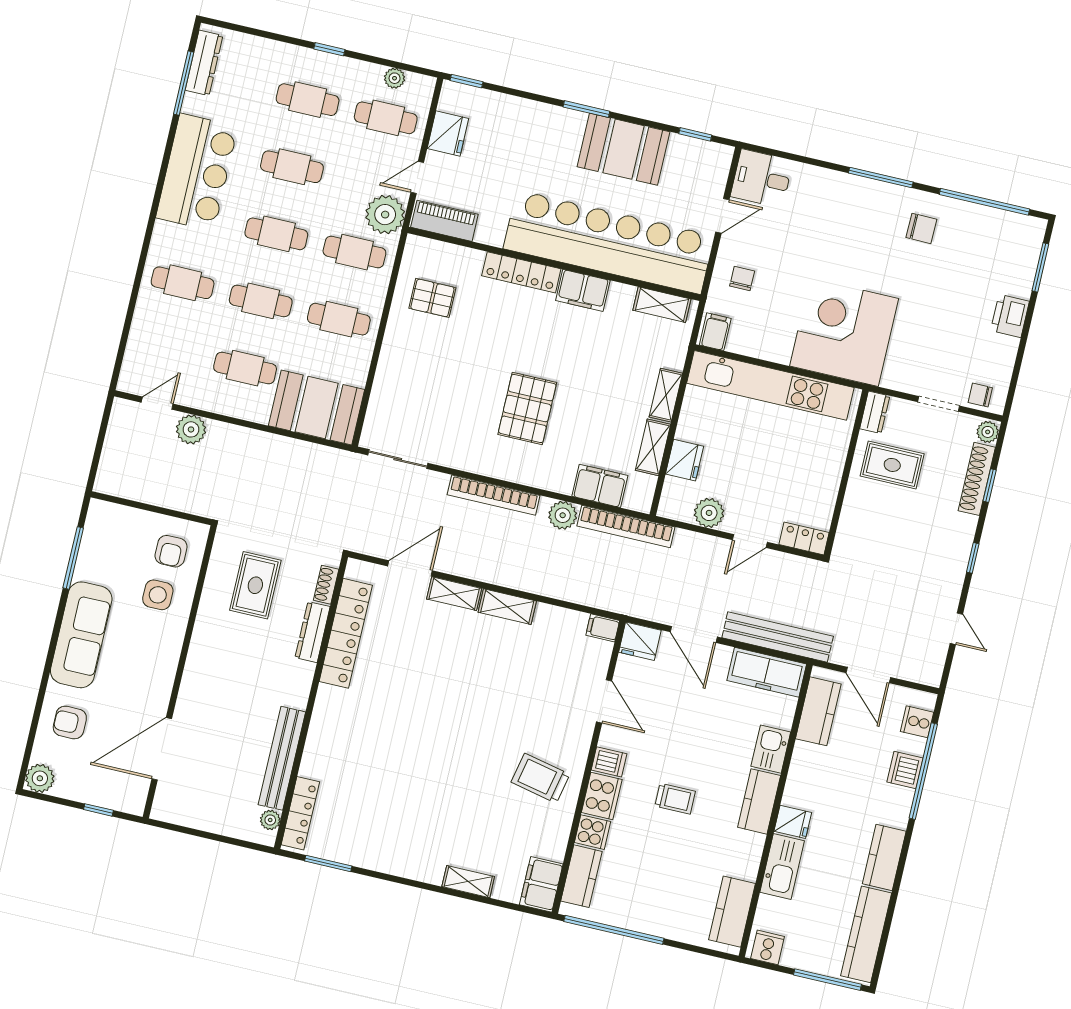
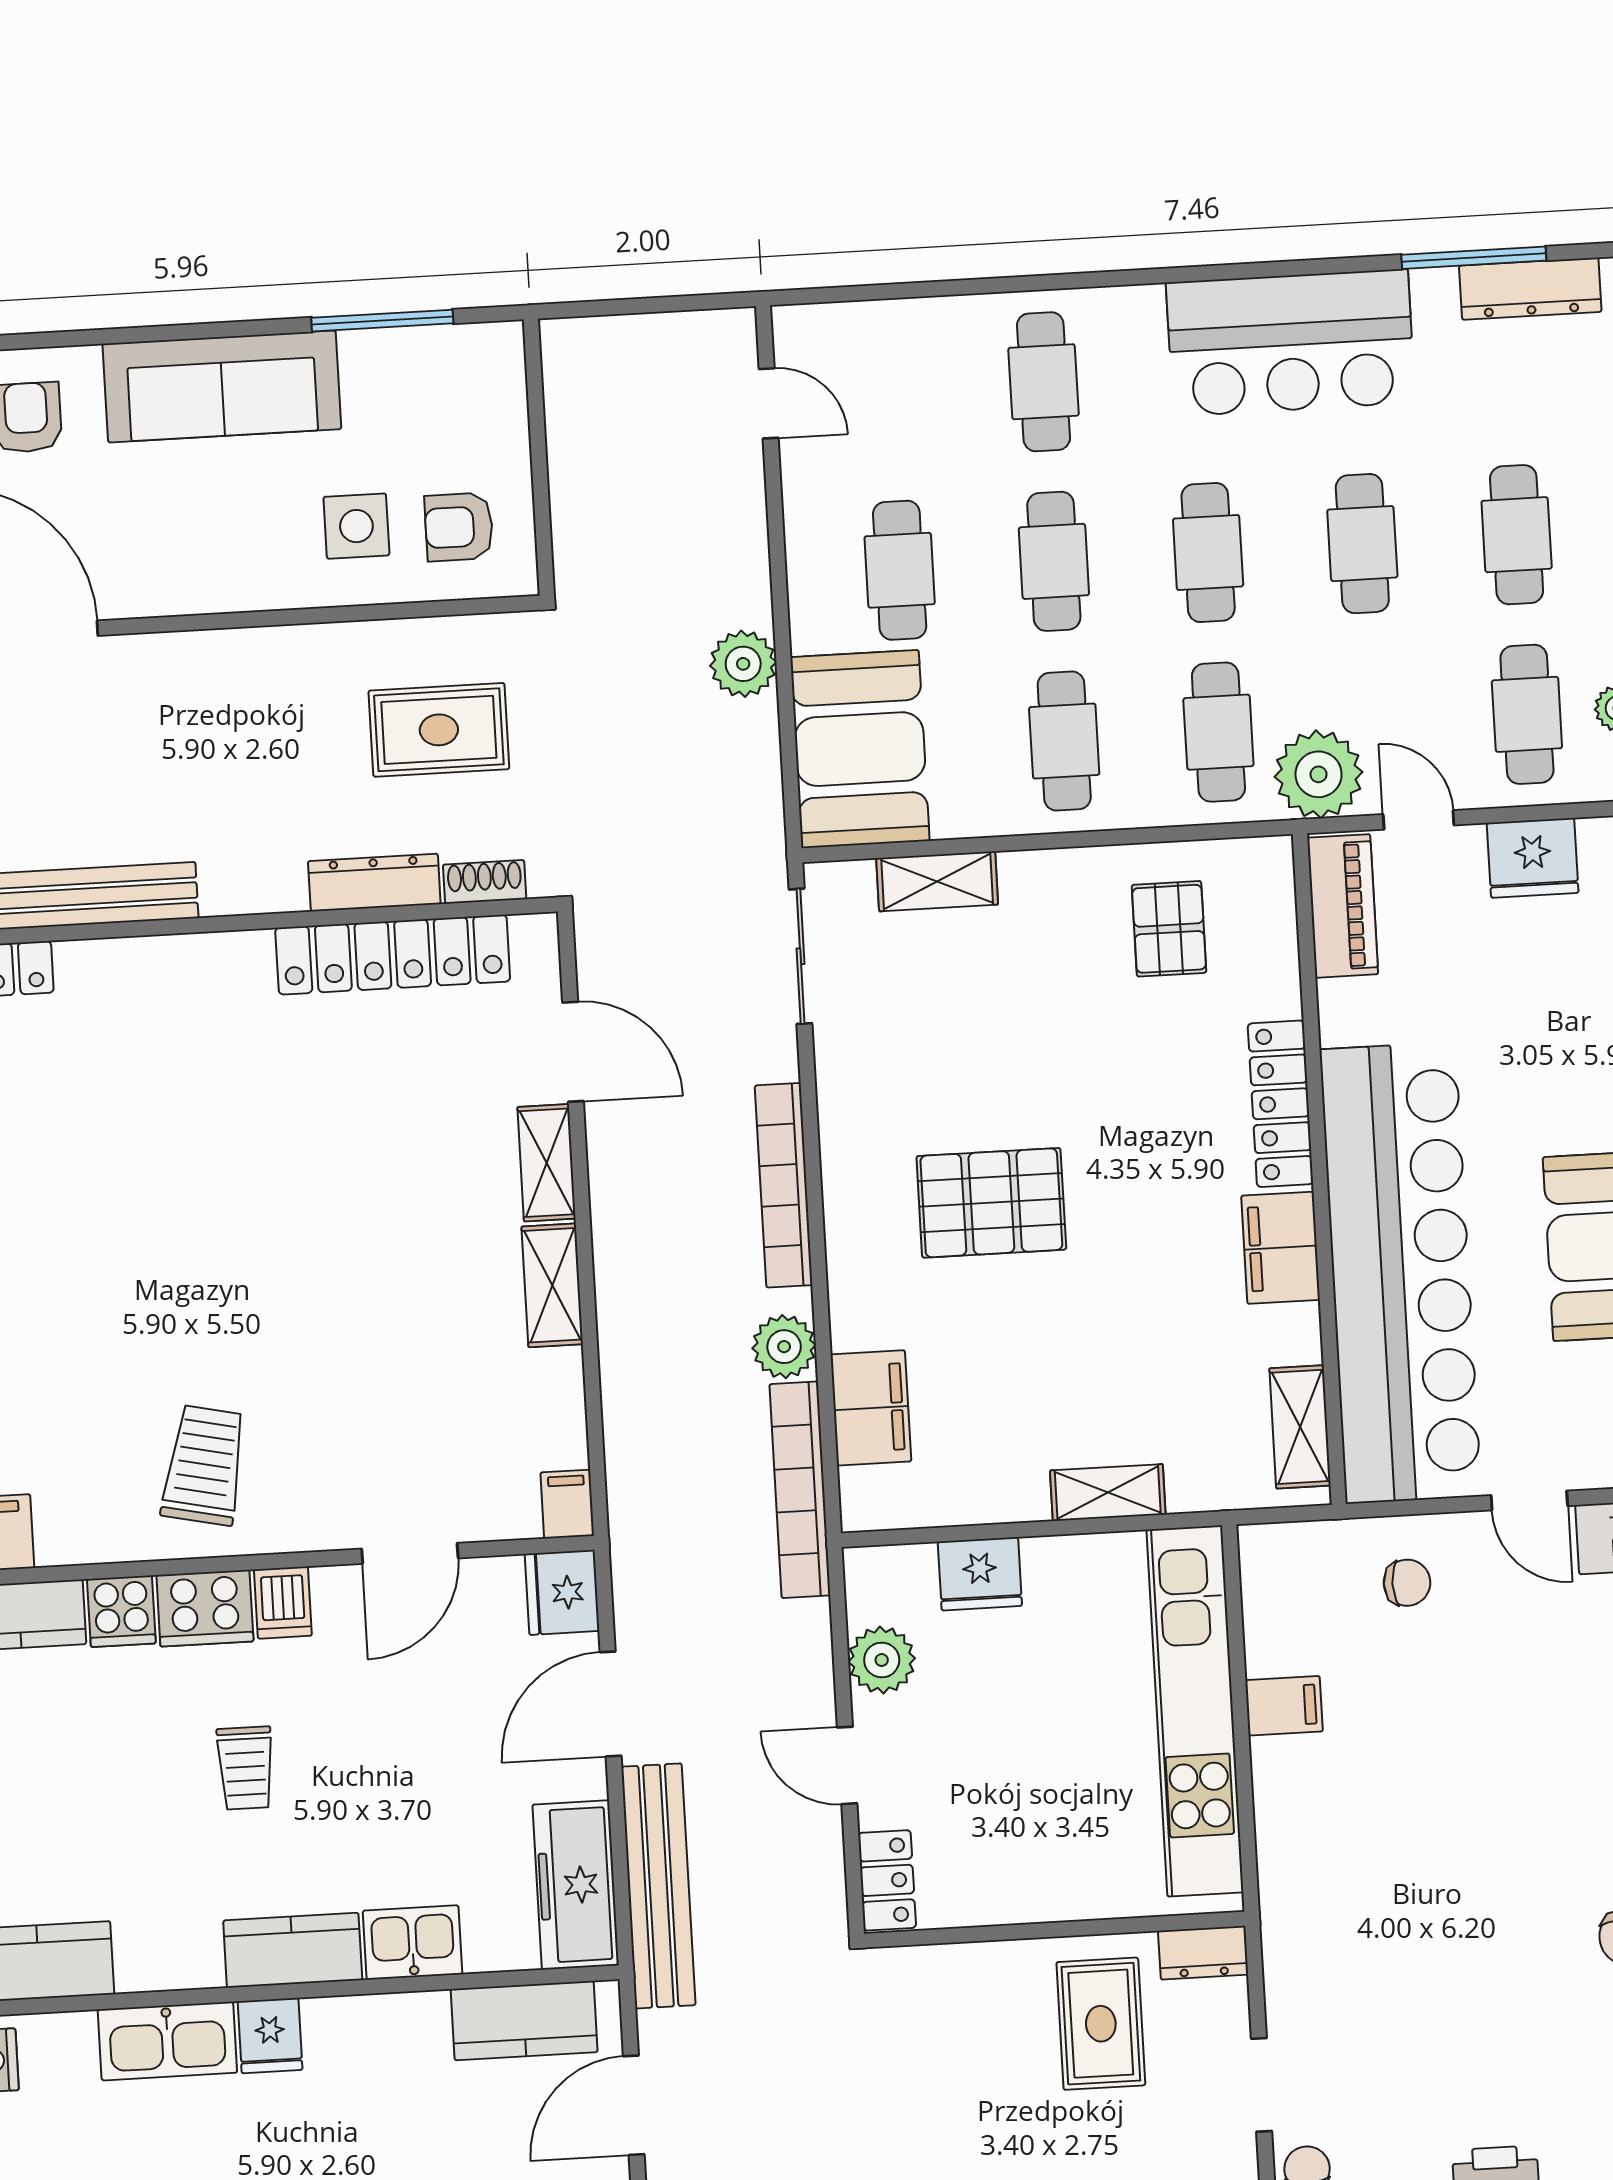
filing cabinet: (715, 332) -> (1284, 1706), moved
corner desk: (844, 332) -> (1356, 1836), removed
plant: (191, 429) -> (743, 664), moved
shelving: (653, 447) -> (937, 881), moved

